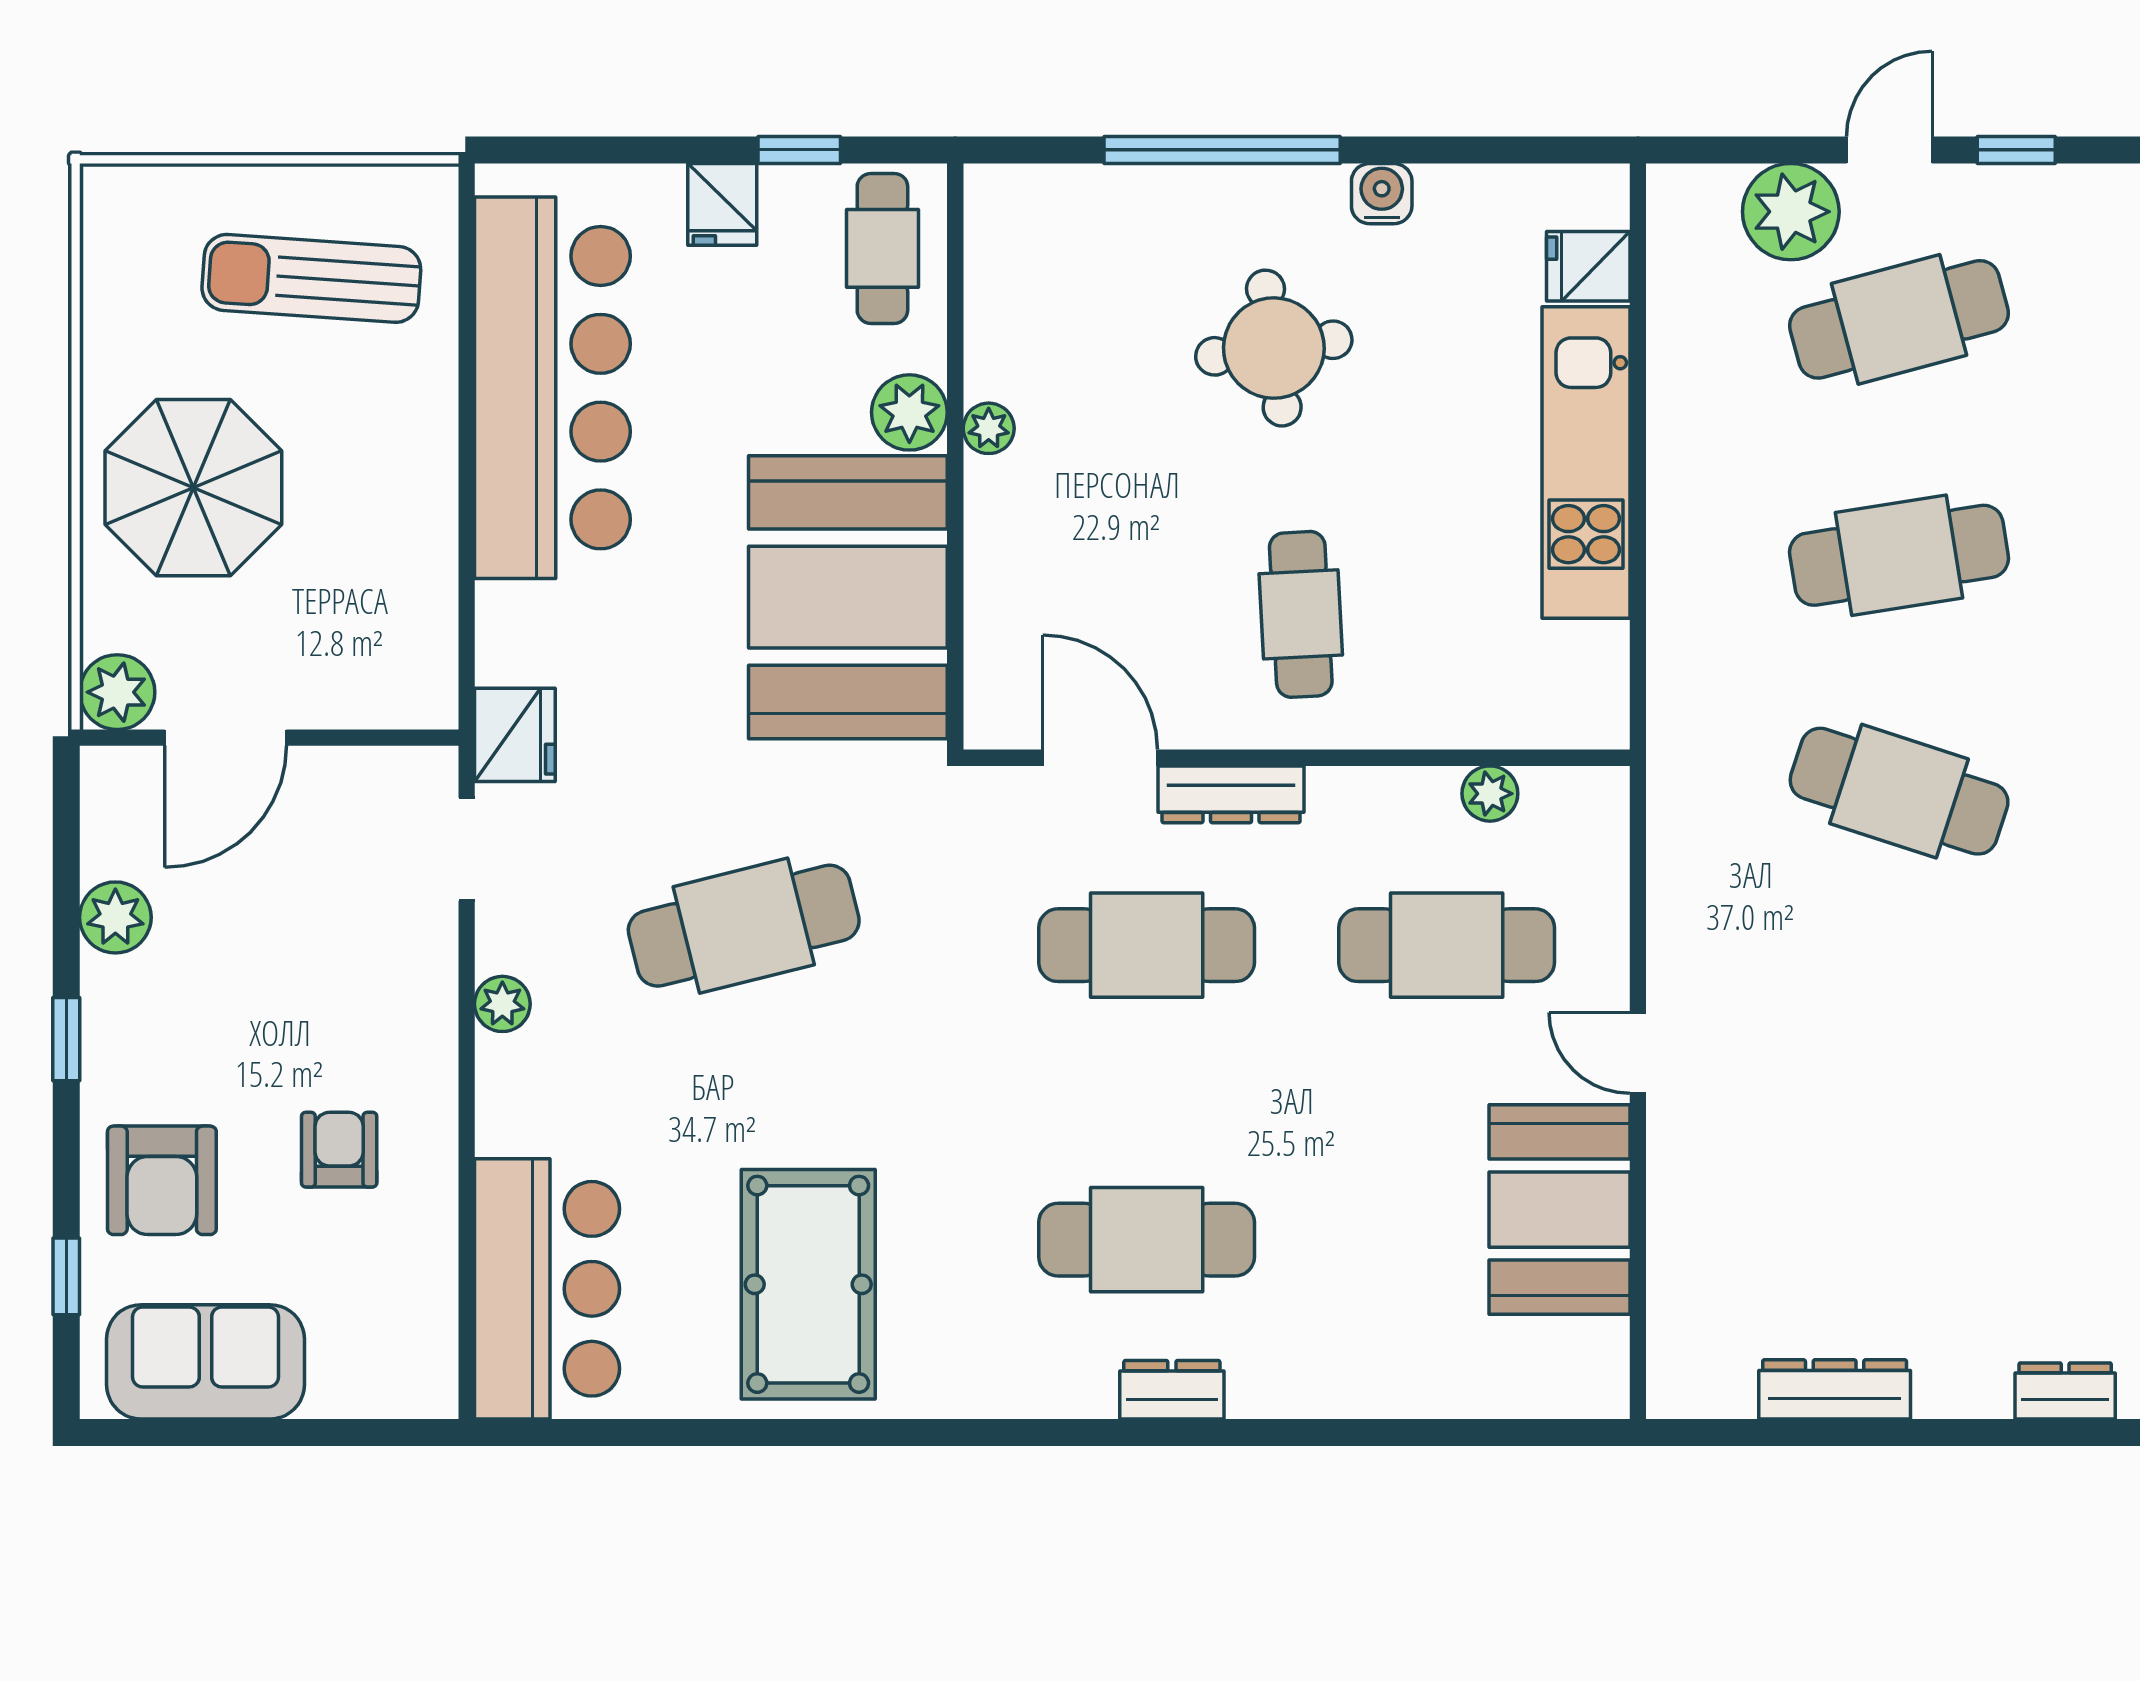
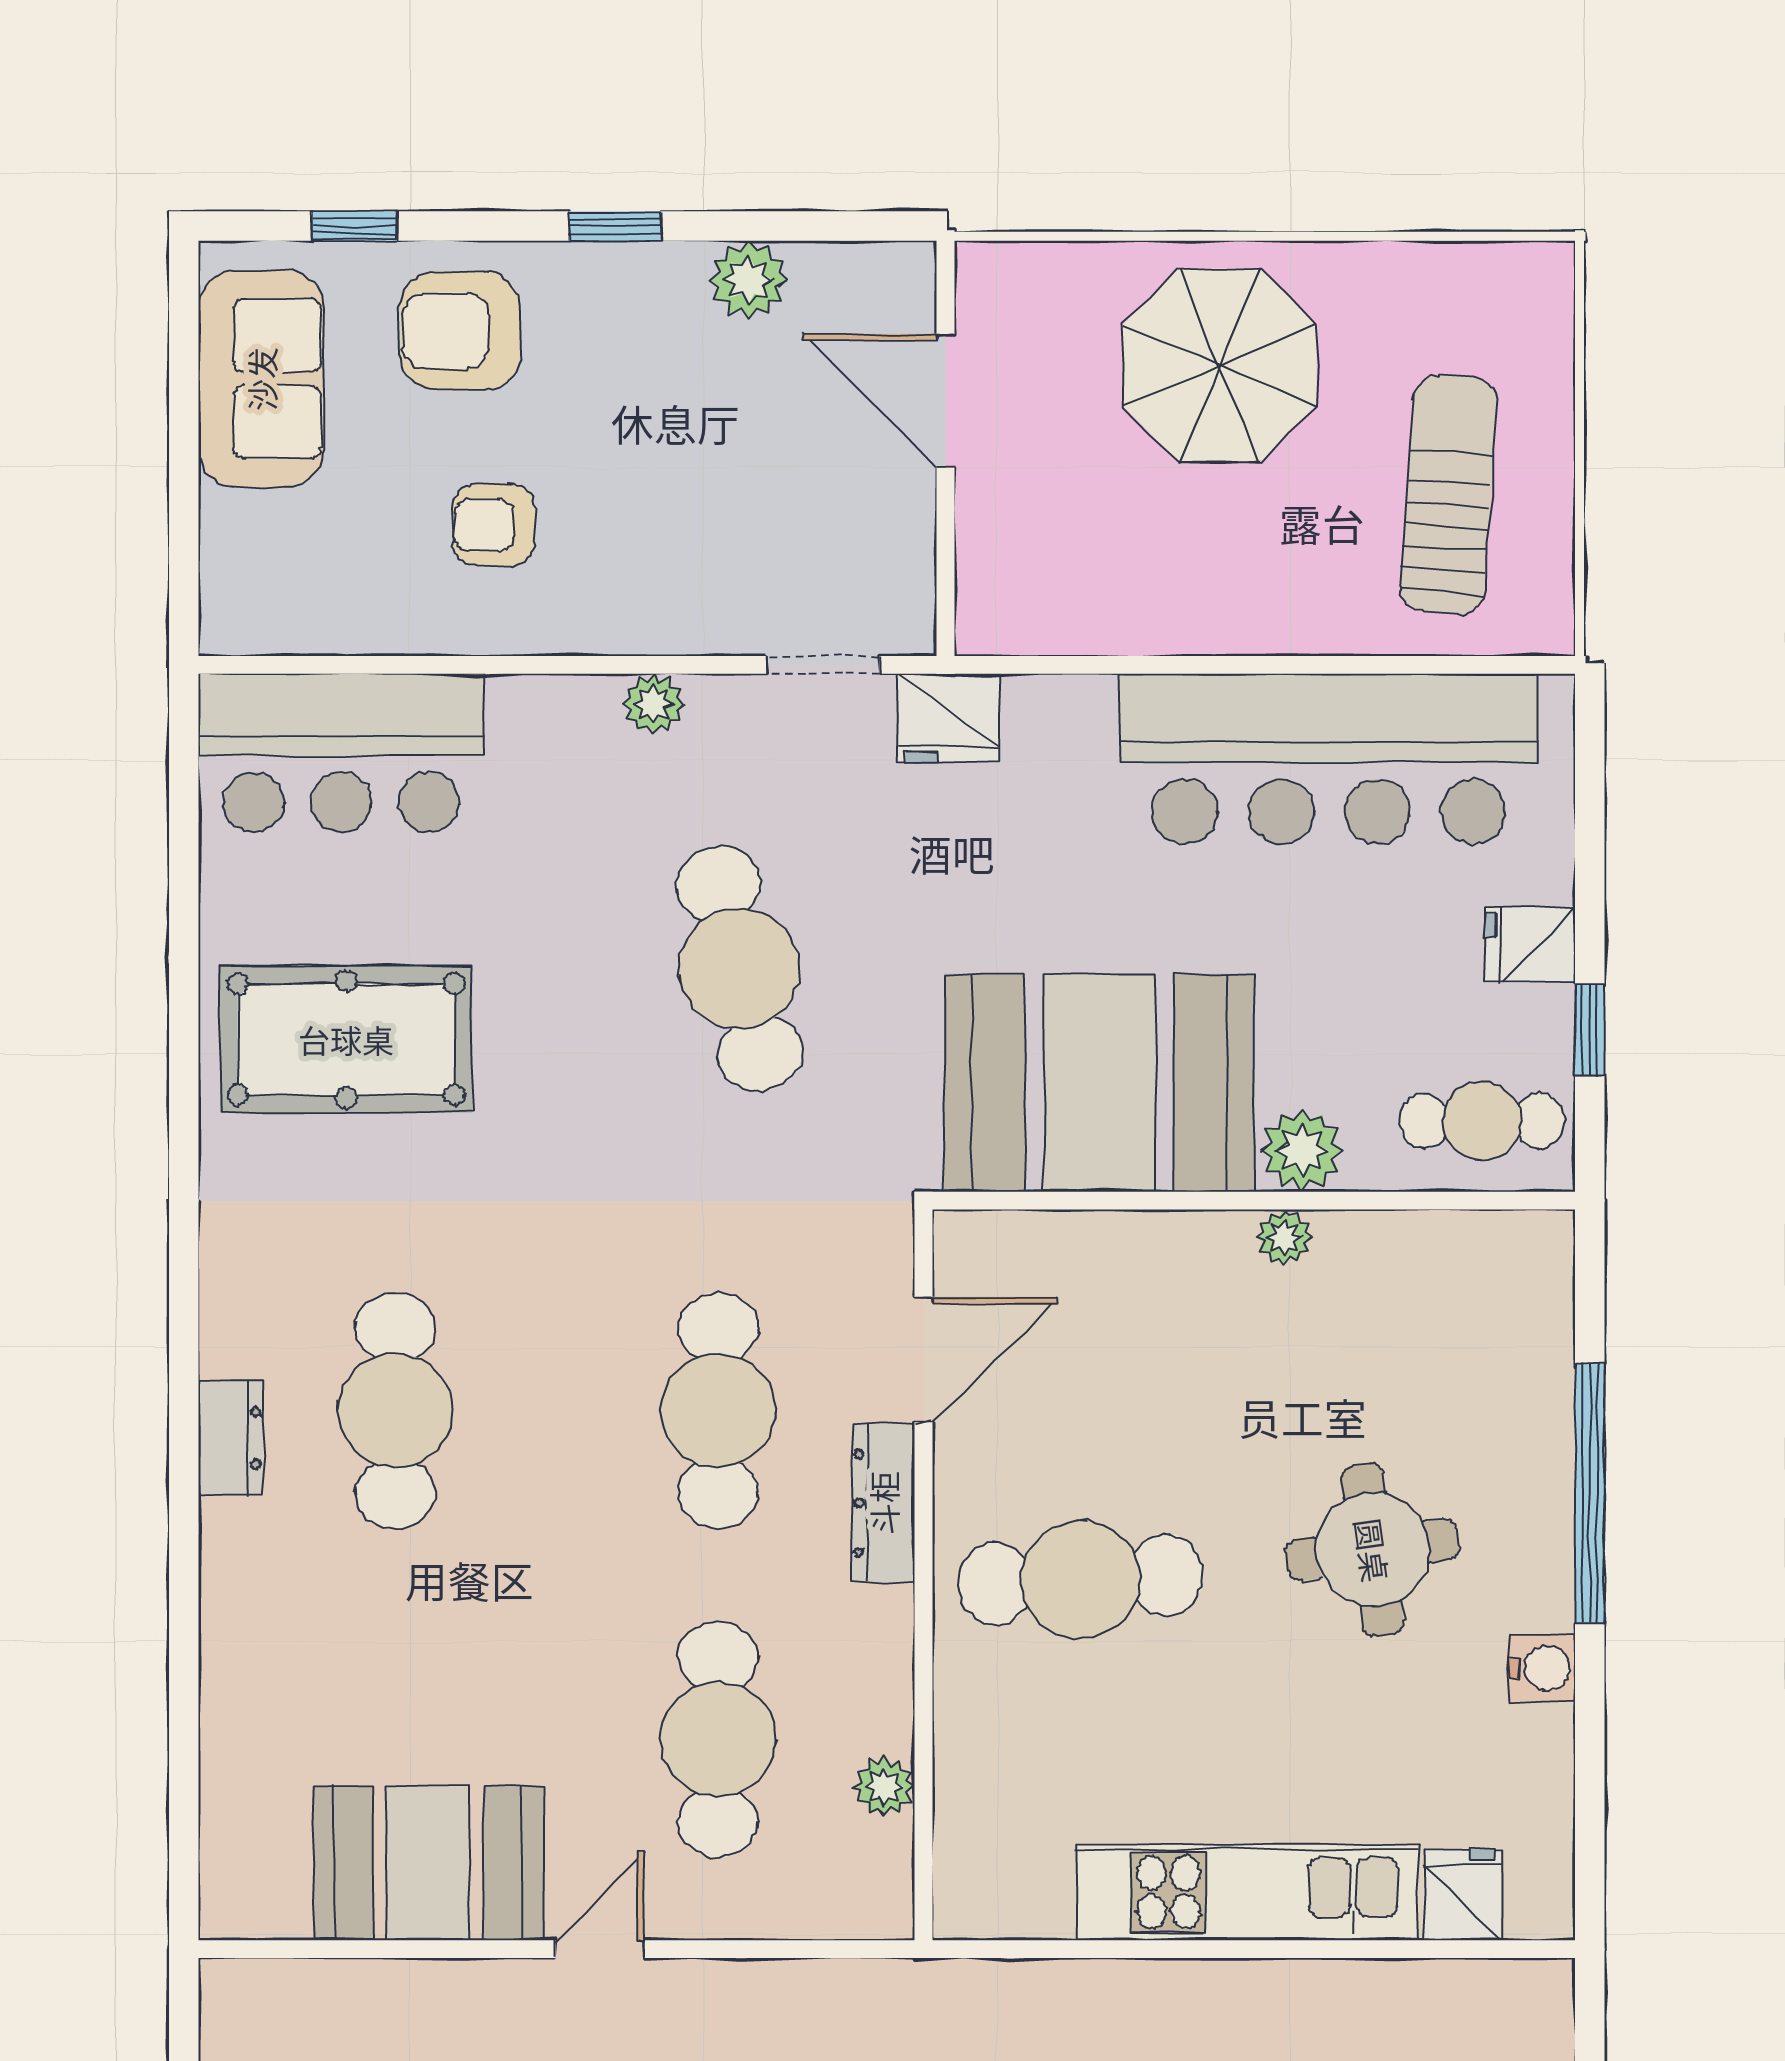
cafe table: (1301, 614) -> (1081, 1579), width x1.37, depth x1.35
plant: (117, 692) -> (995, 282), removed
armchair: (339, 1150) -> (494, 525), turned 180

